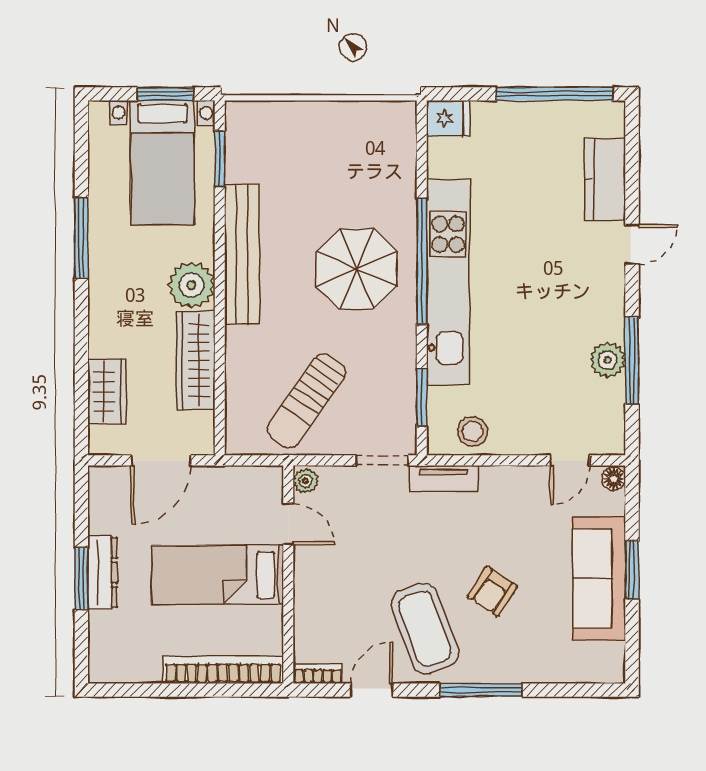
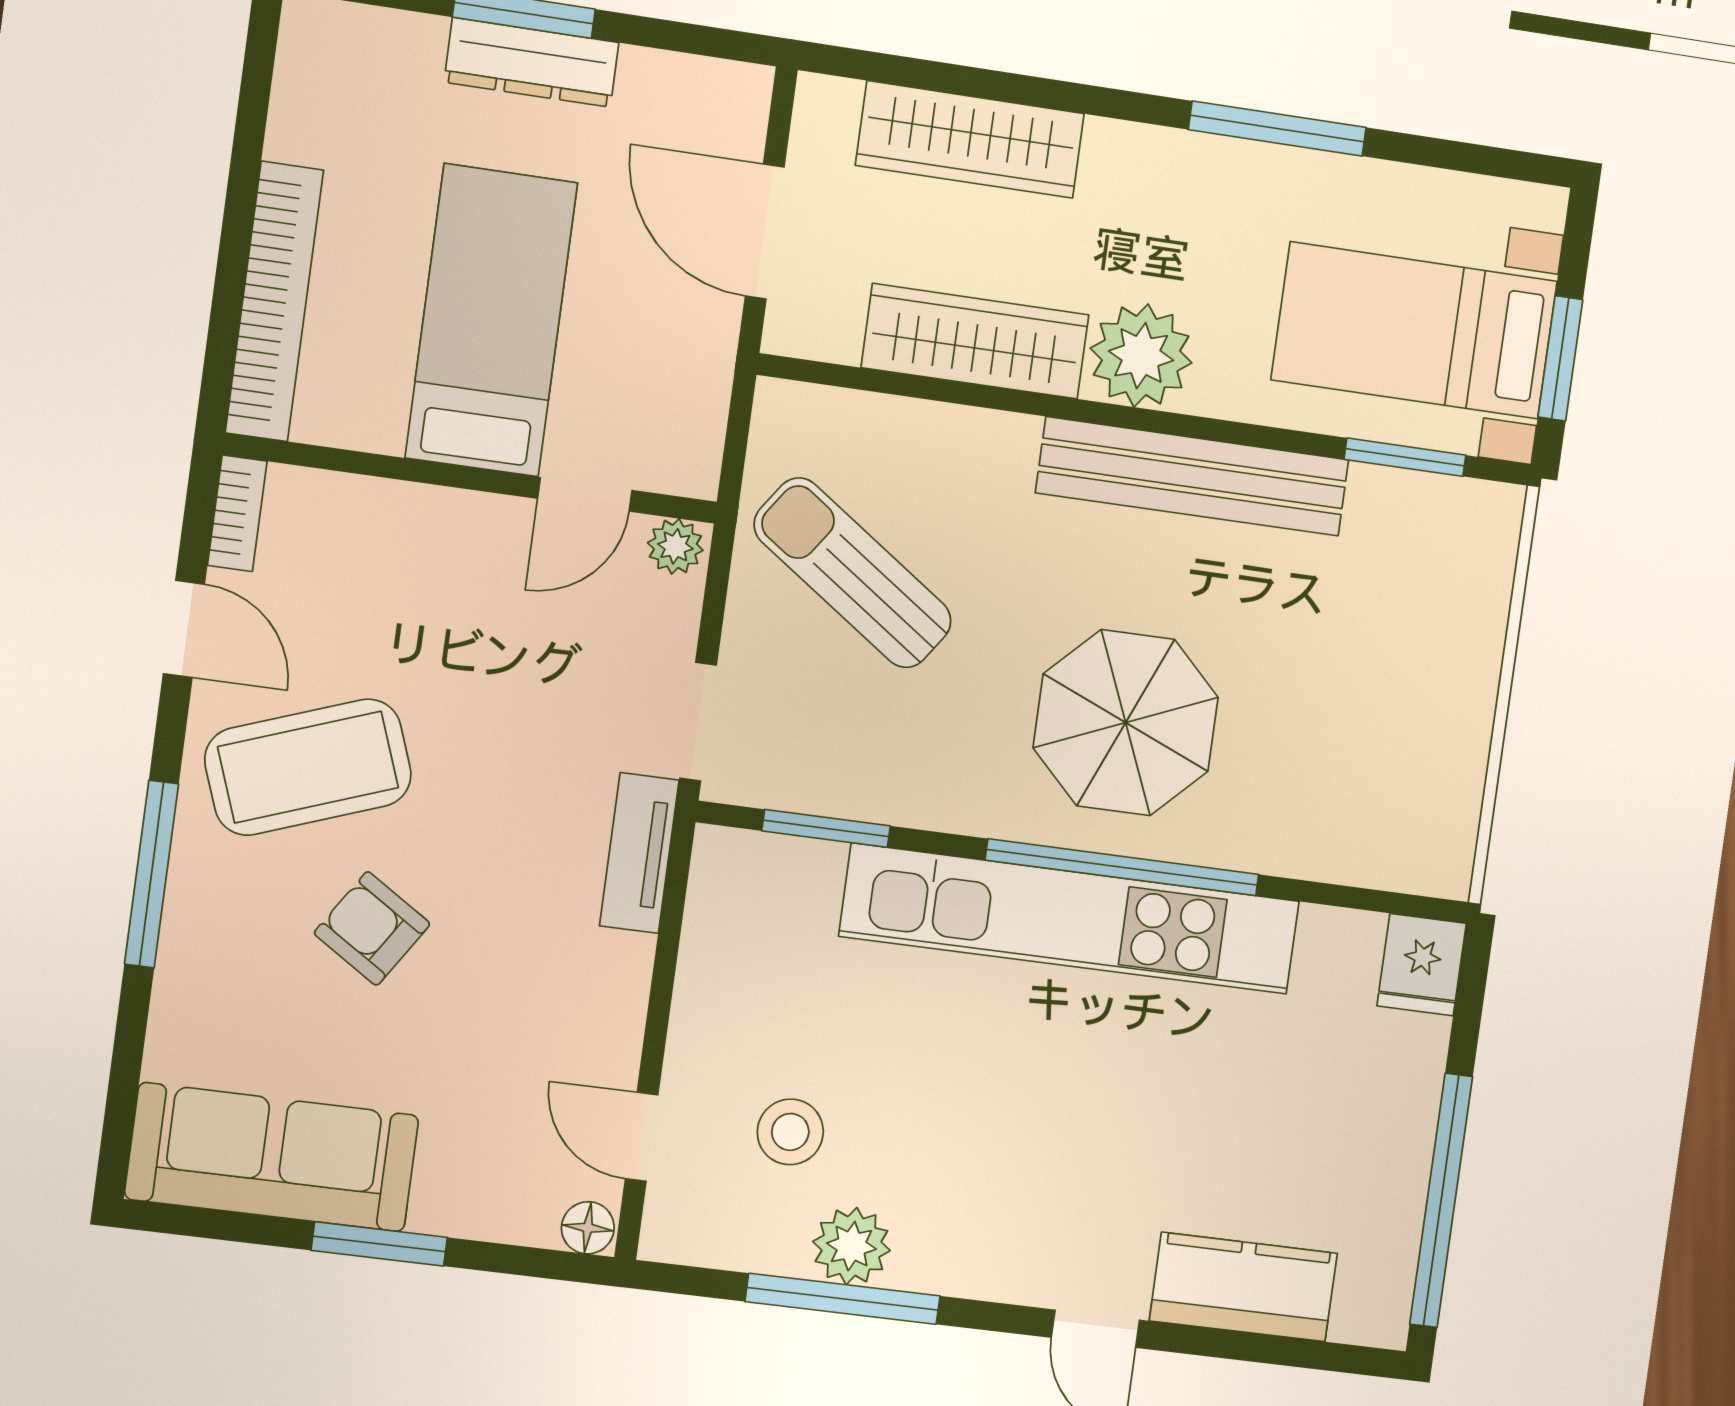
wardrobe: (107, 391) -> (970, 139), width x1.50
stool: (473, 431) -> (790, 1132), moved
sofa: (599, 578) -> (272, 1157), moved

